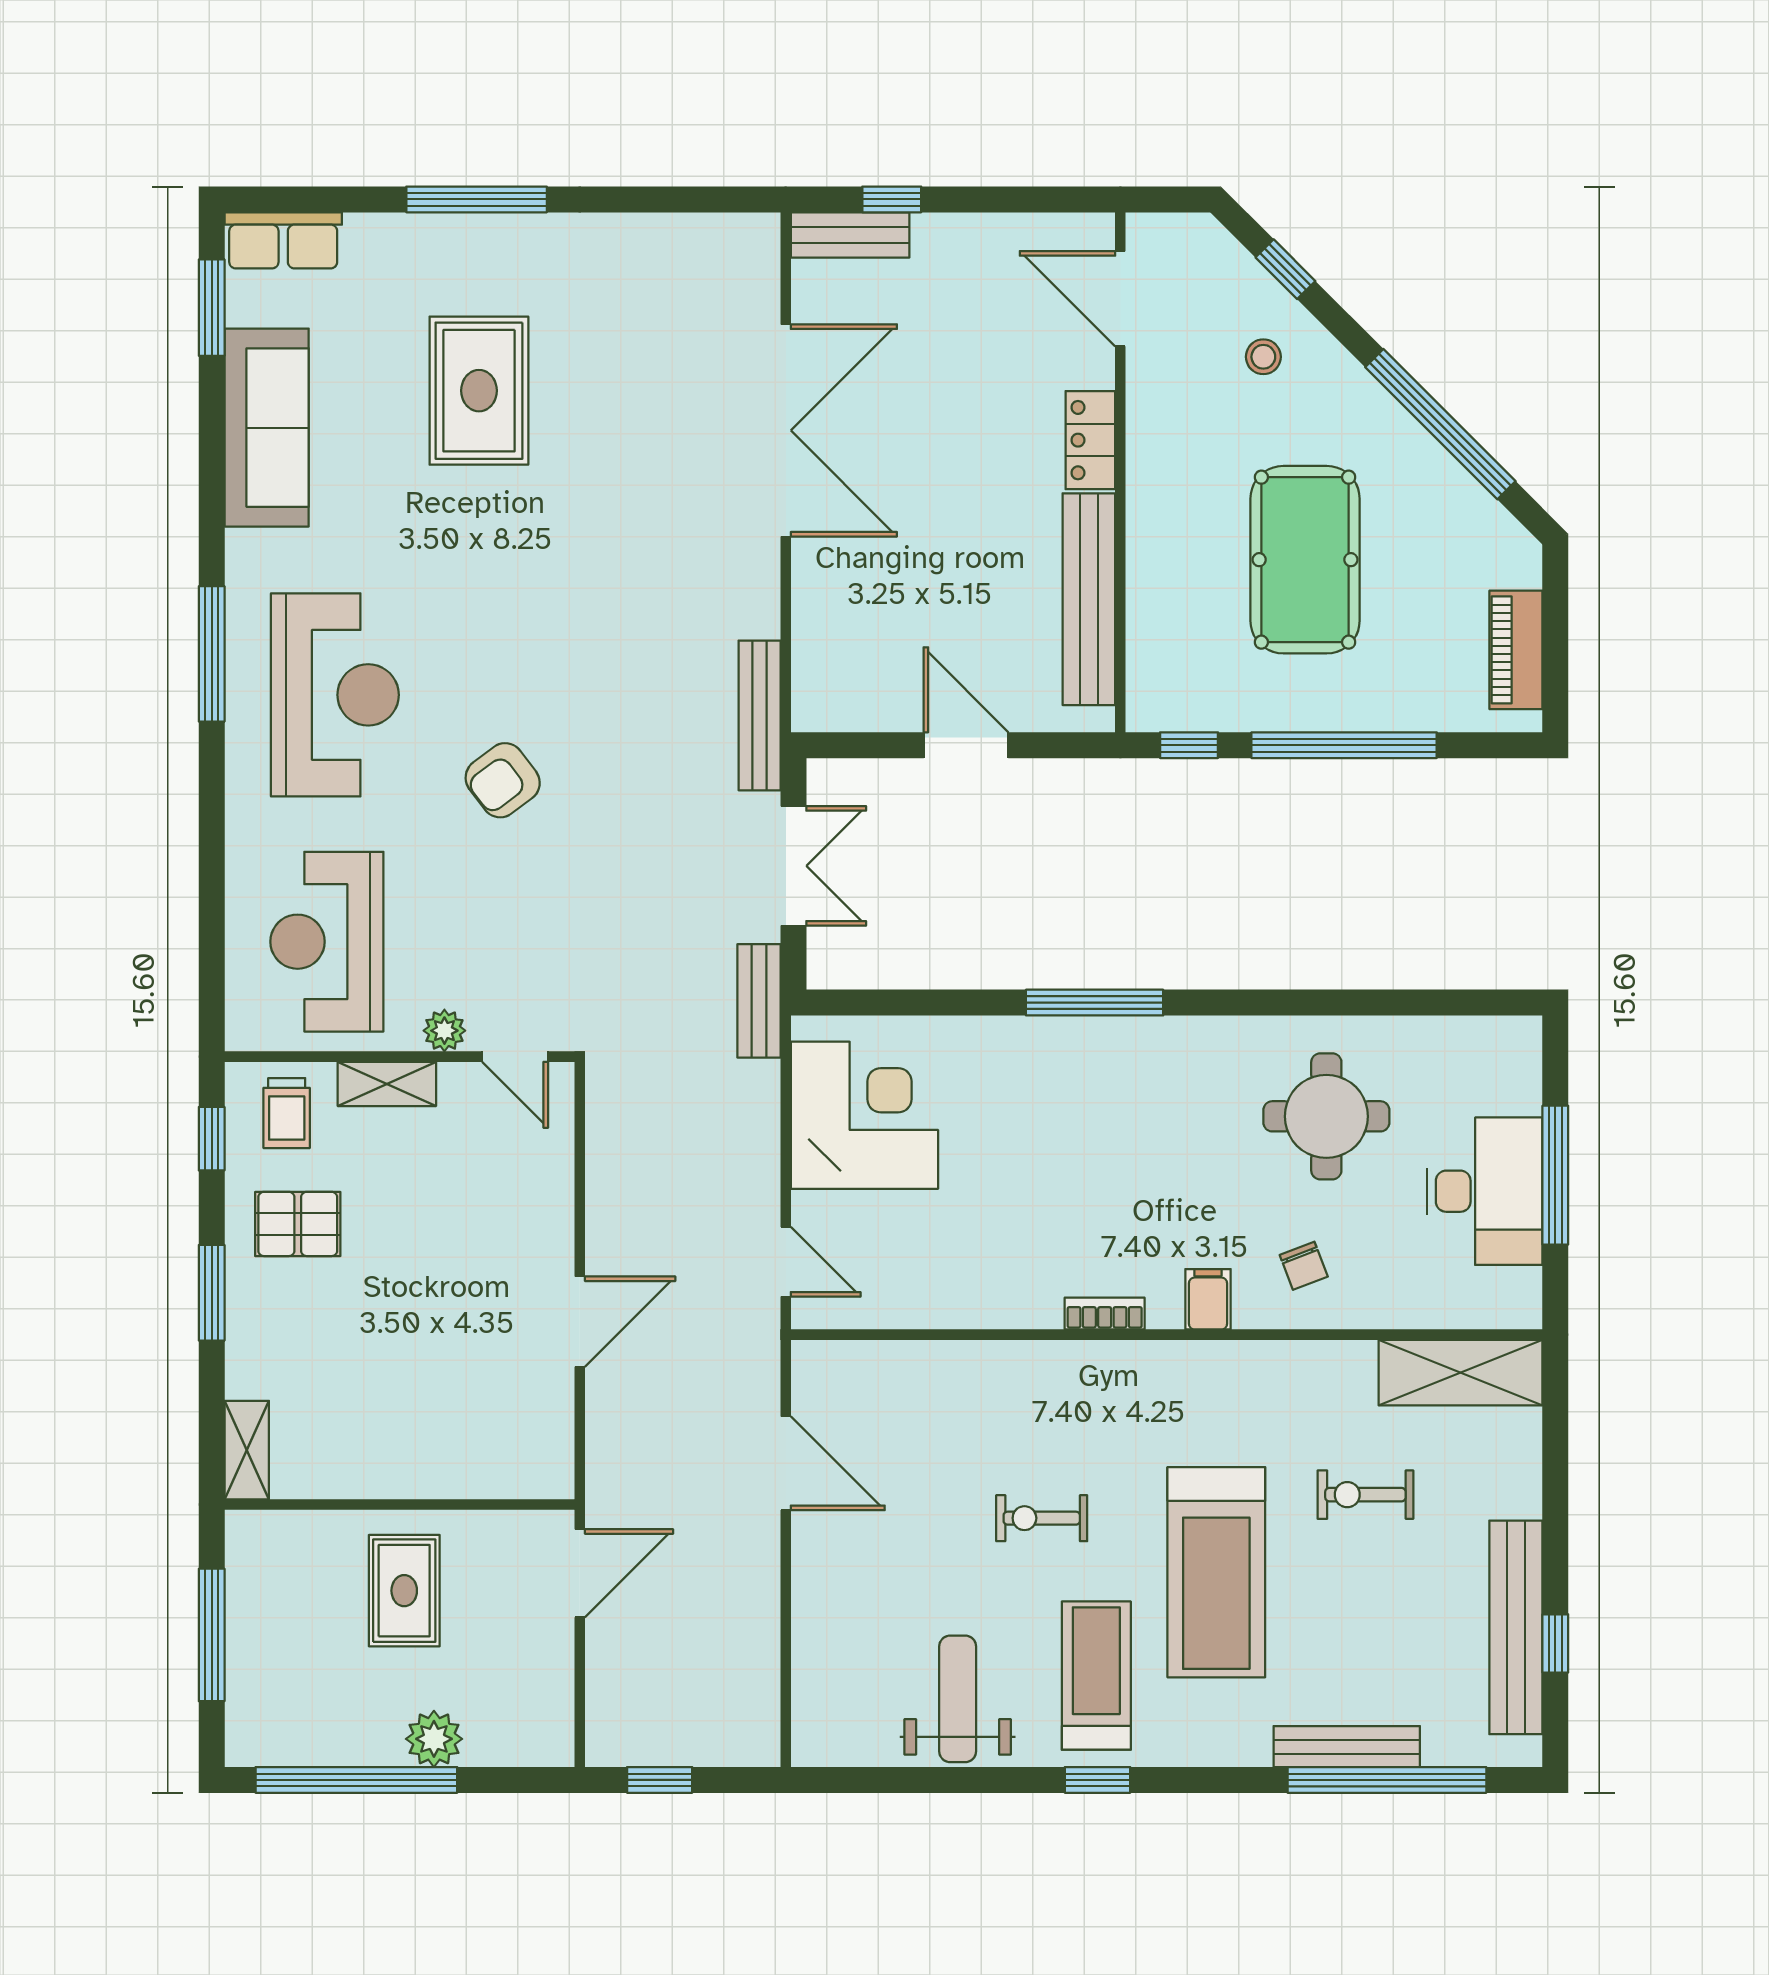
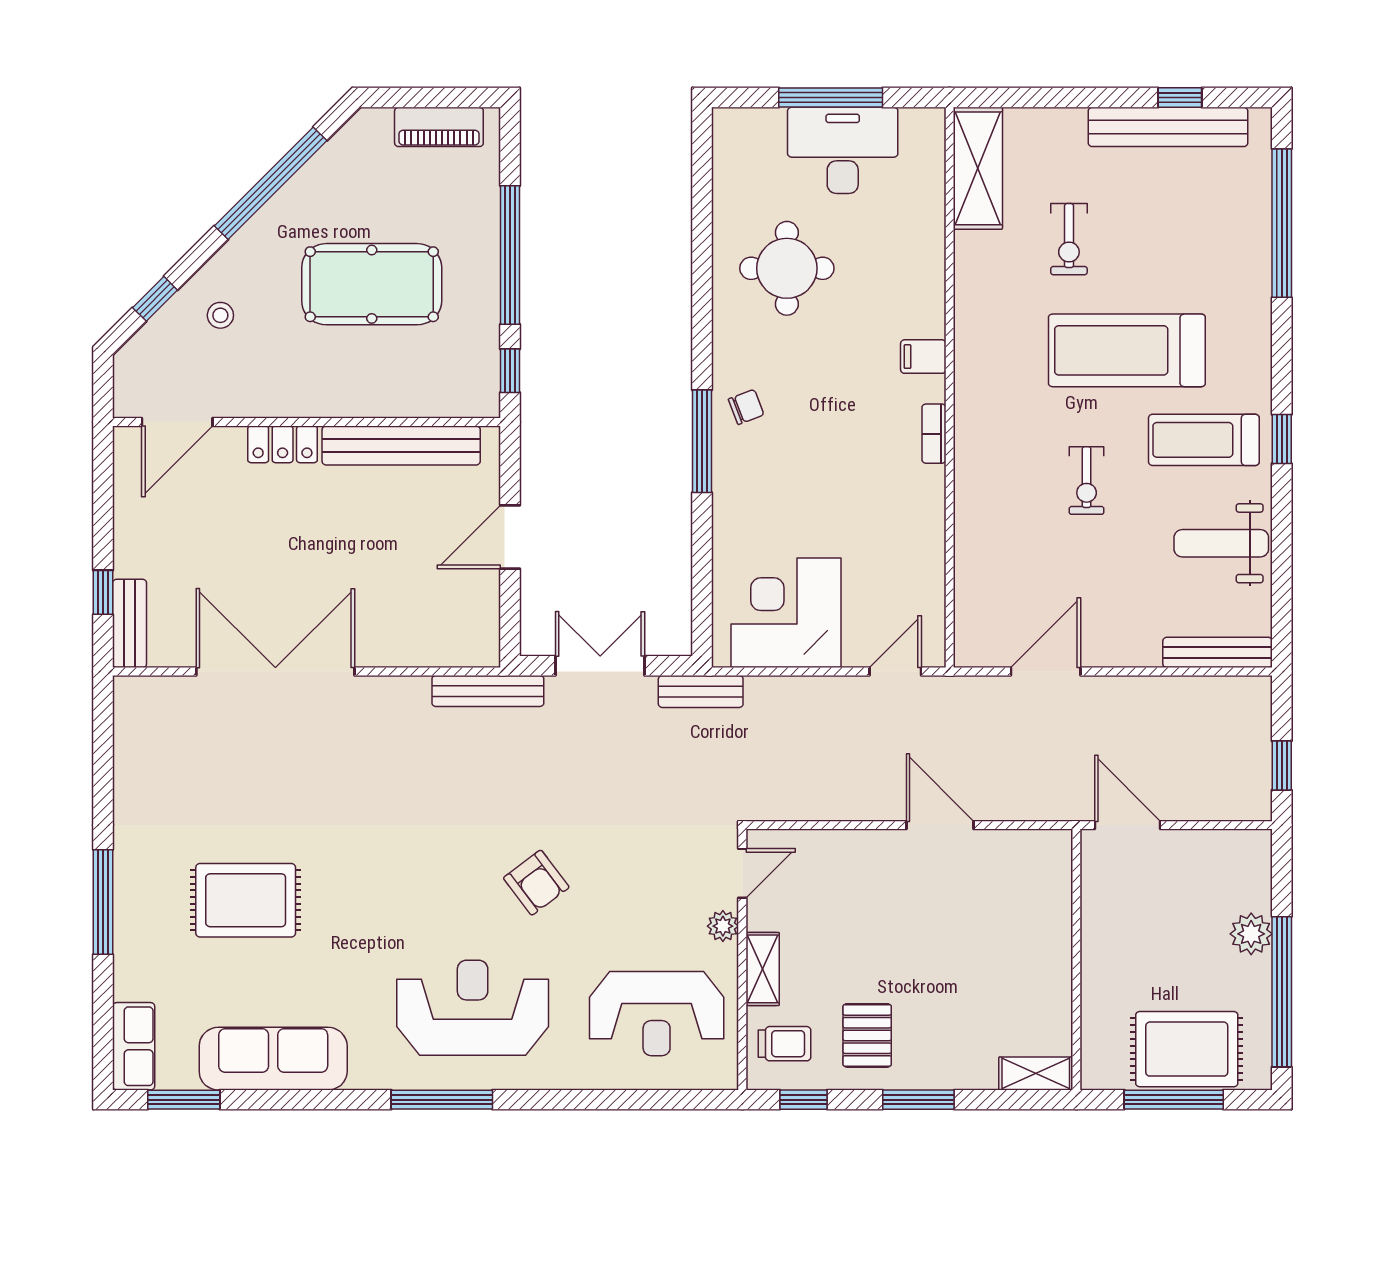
chair: (1304, 1266) -> (746, 407), moved
treadmill: (1216, 1572) -> (1127, 350), turned 180
rug: (404, 1591) -> (1187, 1049), moved, width x1.36, depth x1.43
bench: (1347, 1747) -> (1218, 652), moved, turned 90

